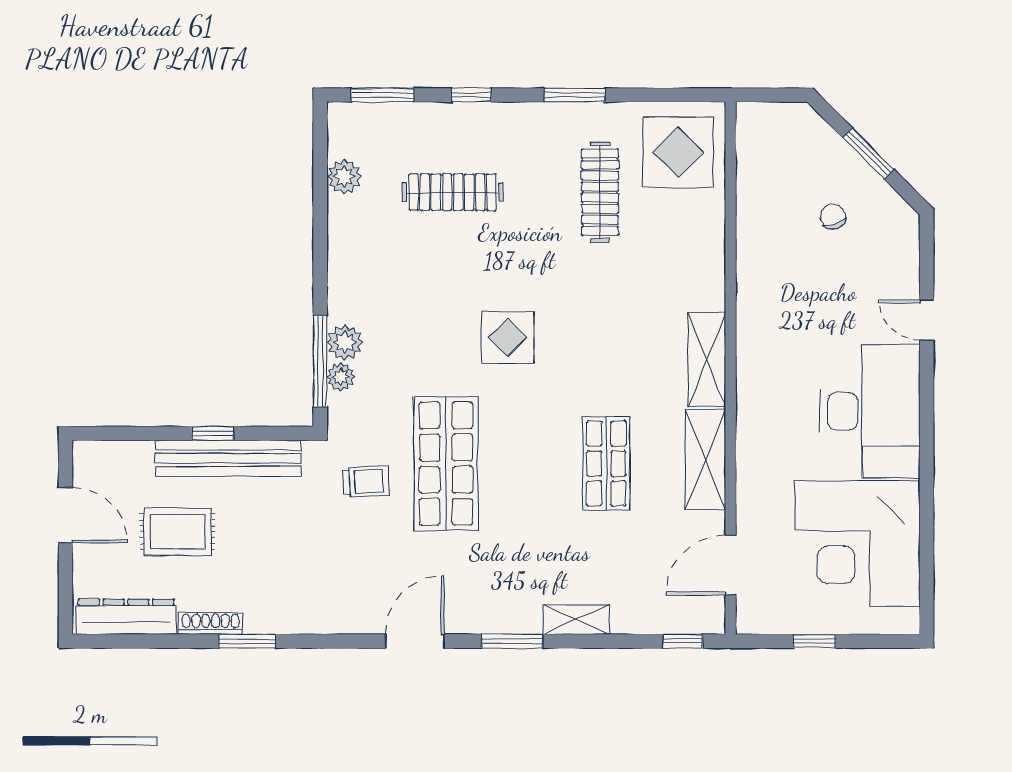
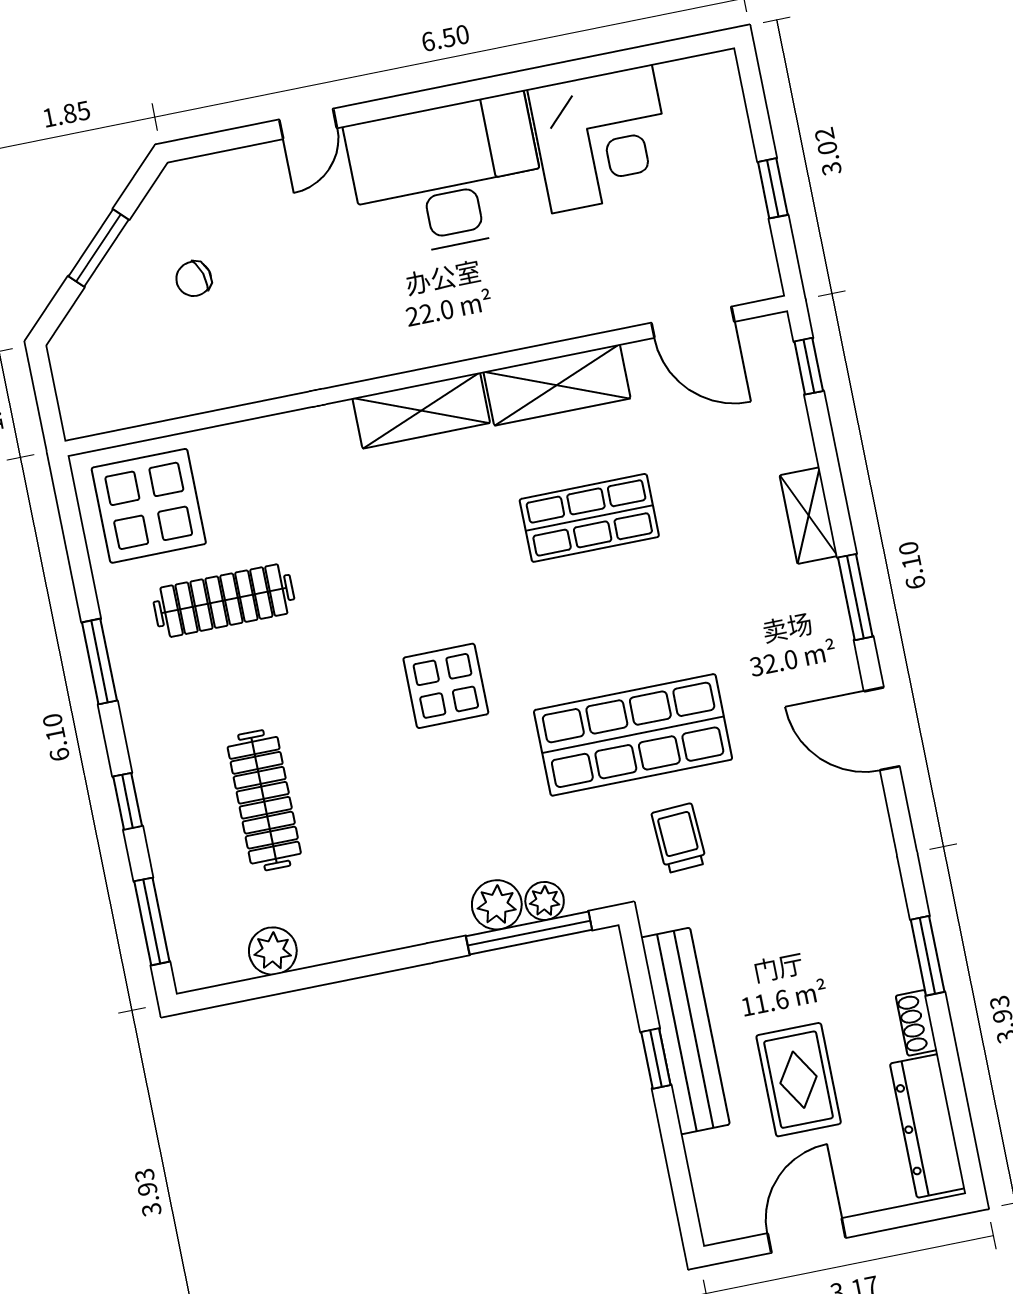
corner desk: (857, 543) -> (602, 139), width x0.74, depth x0.74
shoe rack: (210, 624) -> (916, 1023), width x0.70

